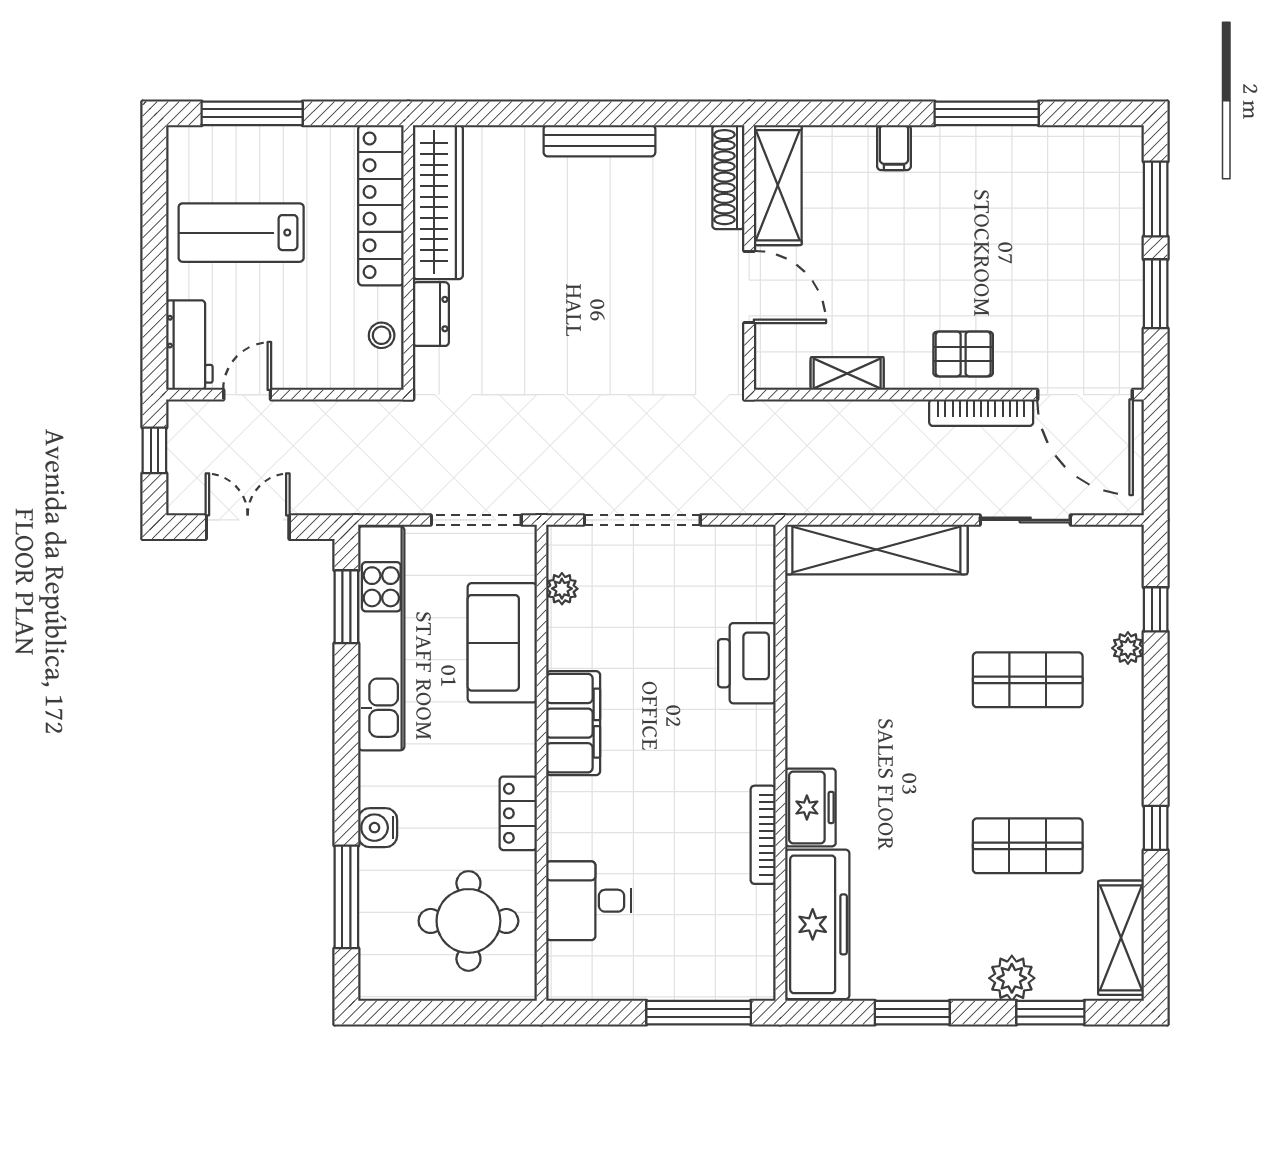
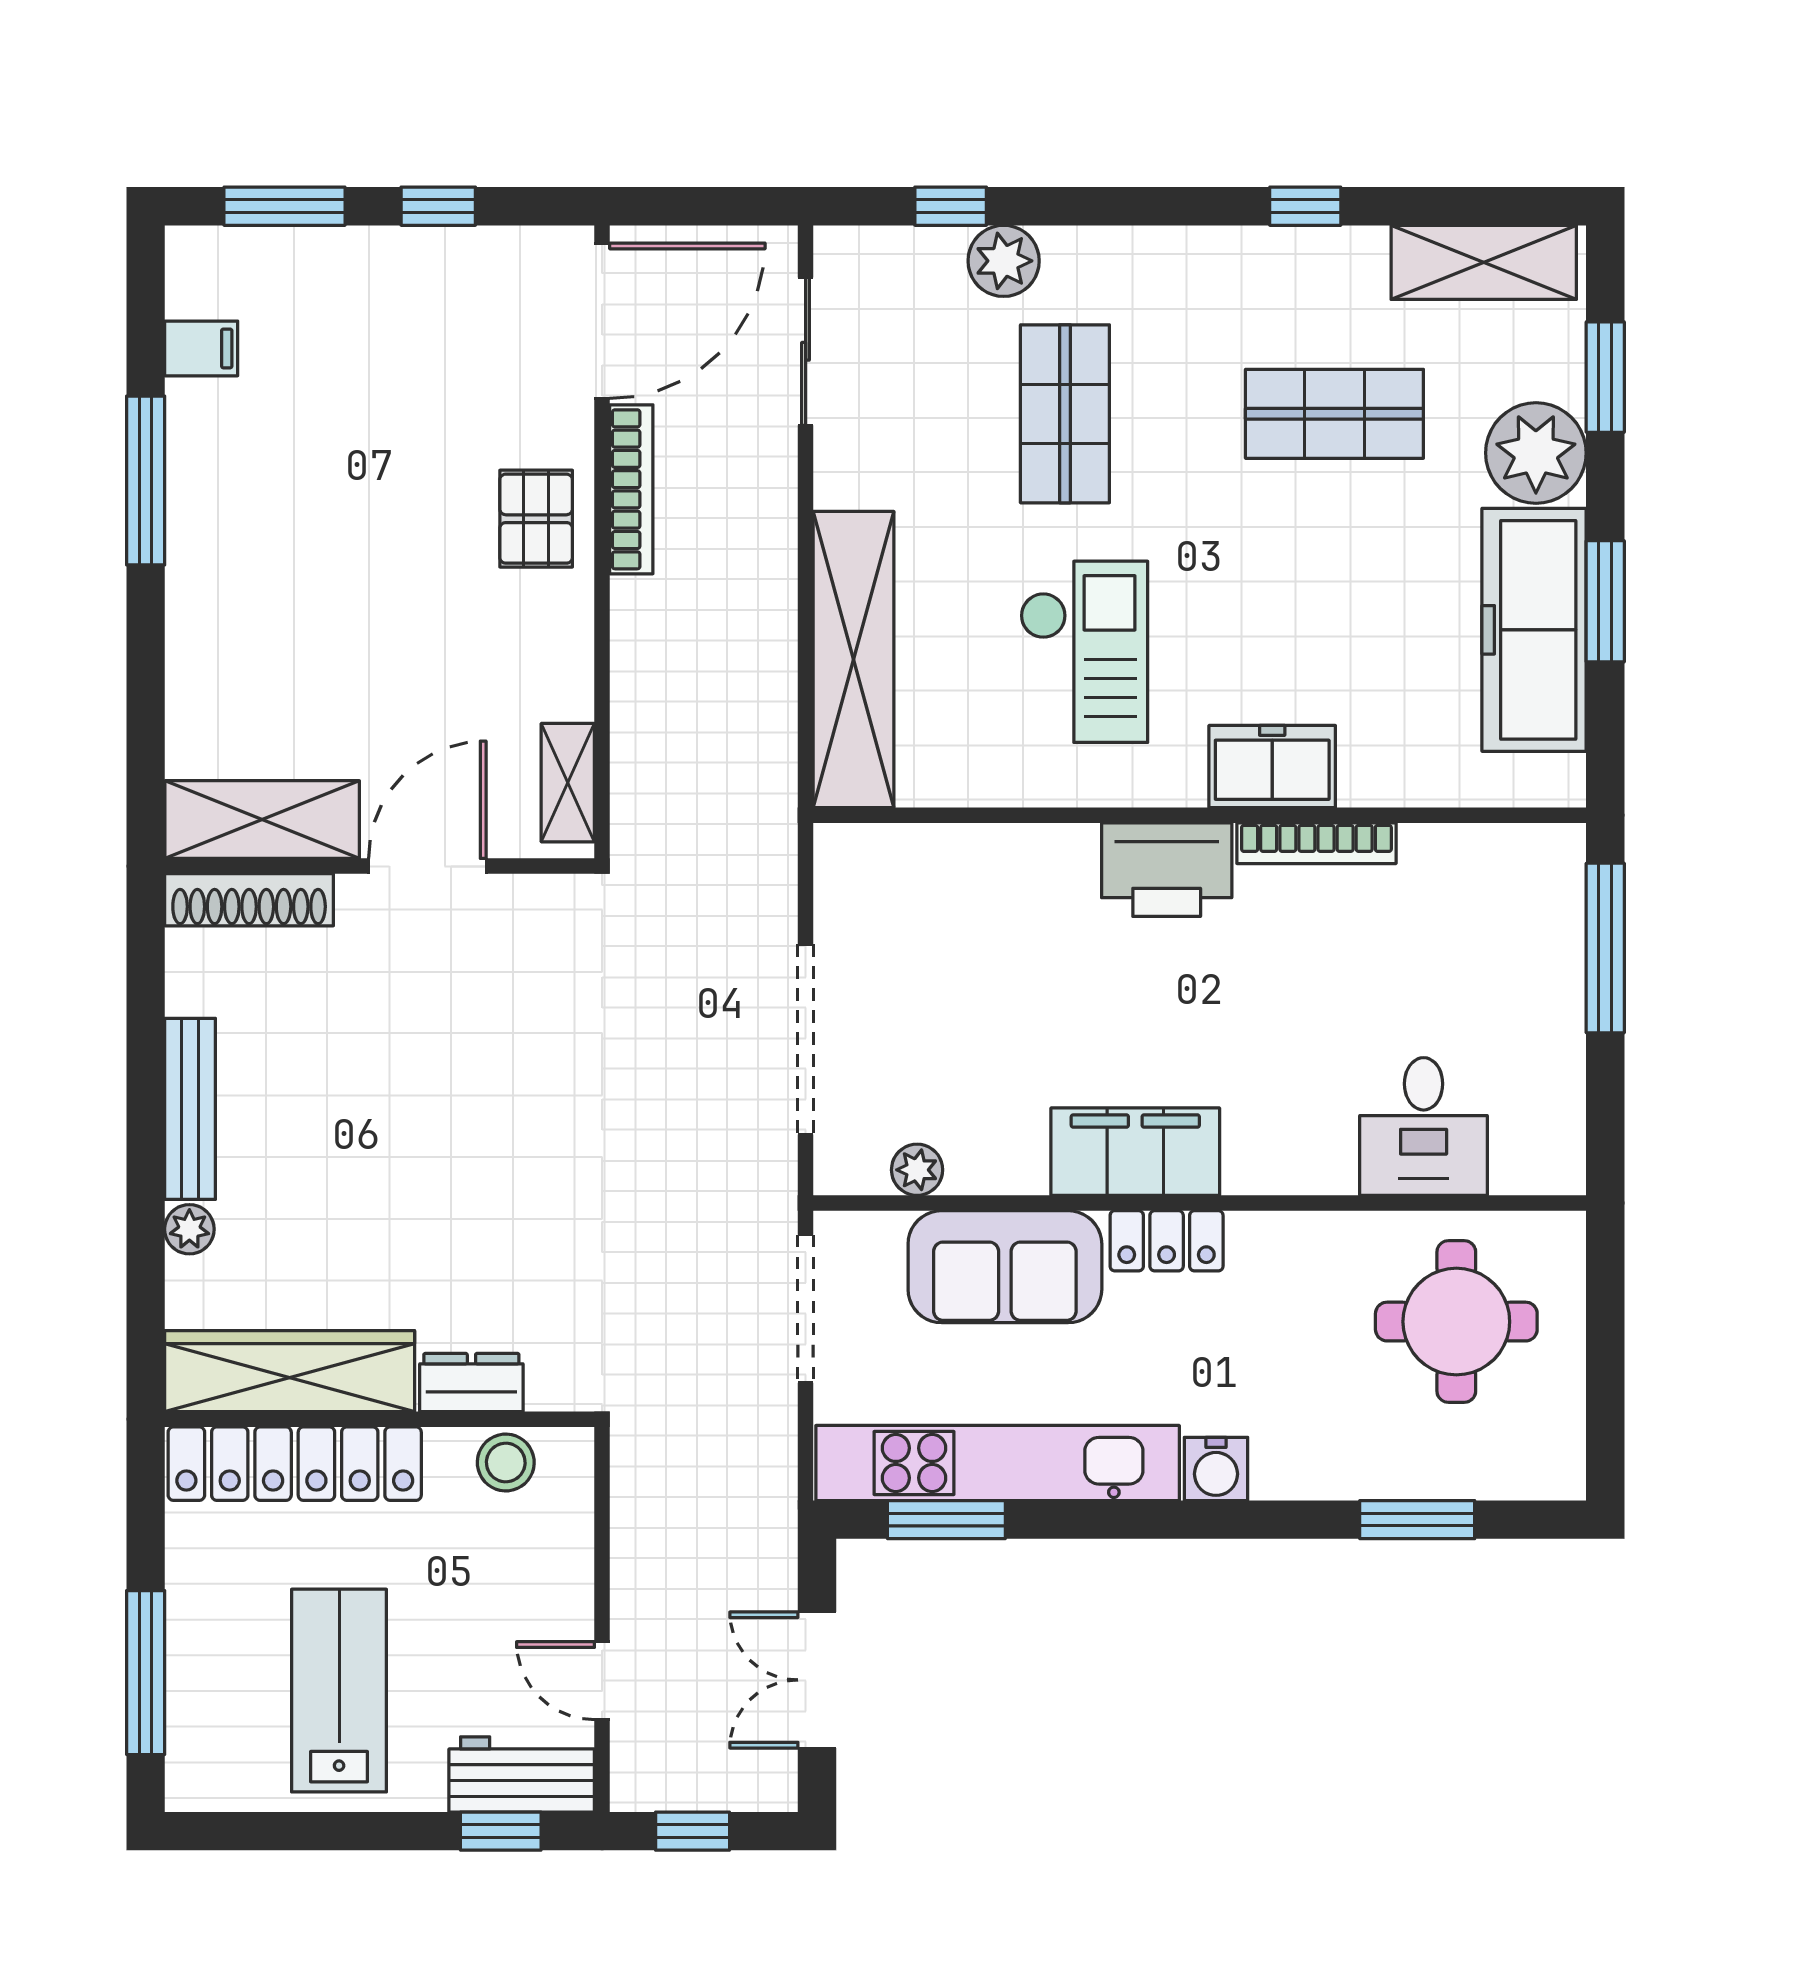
plant: (525, 140) -> (189, 1229), added
filing cabinet: (894, 148) -> (201, 348), moved
lab bench: (241, 233) -> (339, 1691), turned 180
window: (1156, 294) -> (438, 206), width x0.67
window: (154, 332) -> (501, 1831), added
stool: (382, 335) -> (506, 1463), width x1.37, depth x1.37
shelving: (847, 374) -> (568, 783), moved
sliding door: (1025, 520) -> (806, 351), moved
plant: (1128, 648) -> (1004, 261), width x1.38, depth x1.38
printer: (747, 663) -> (1167, 870), moved
checkout: (881, 692) -> (1084, 652), added
locker: (518, 813) -> (1167, 1241), moved
water cooler: (378, 828) -> (1216, 1469), moved
shop shelf: (1028, 846) -> (1334, 414), turned 90
window: (346, 897) -> (1417, 1520), width x0.69
freezer: (817, 924) -> (1534, 630), moved, turned -90
plant: (1012, 978) -> (1536, 453), width x1.36, depth x1.36

